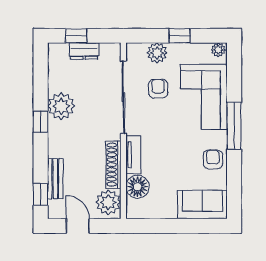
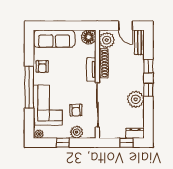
dresser: (84, 51) -> (135, 133), moved
window: (234, 126) -> (29, 87), width x1.46
bench: (55, 179) -> (139, 42), moved
floor lamp: (138, 187) -> (89, 37), moved
window: (41, 194) -> (148, 66), moved
sofa: (202, 205) -> (54, 39), width x1.36

